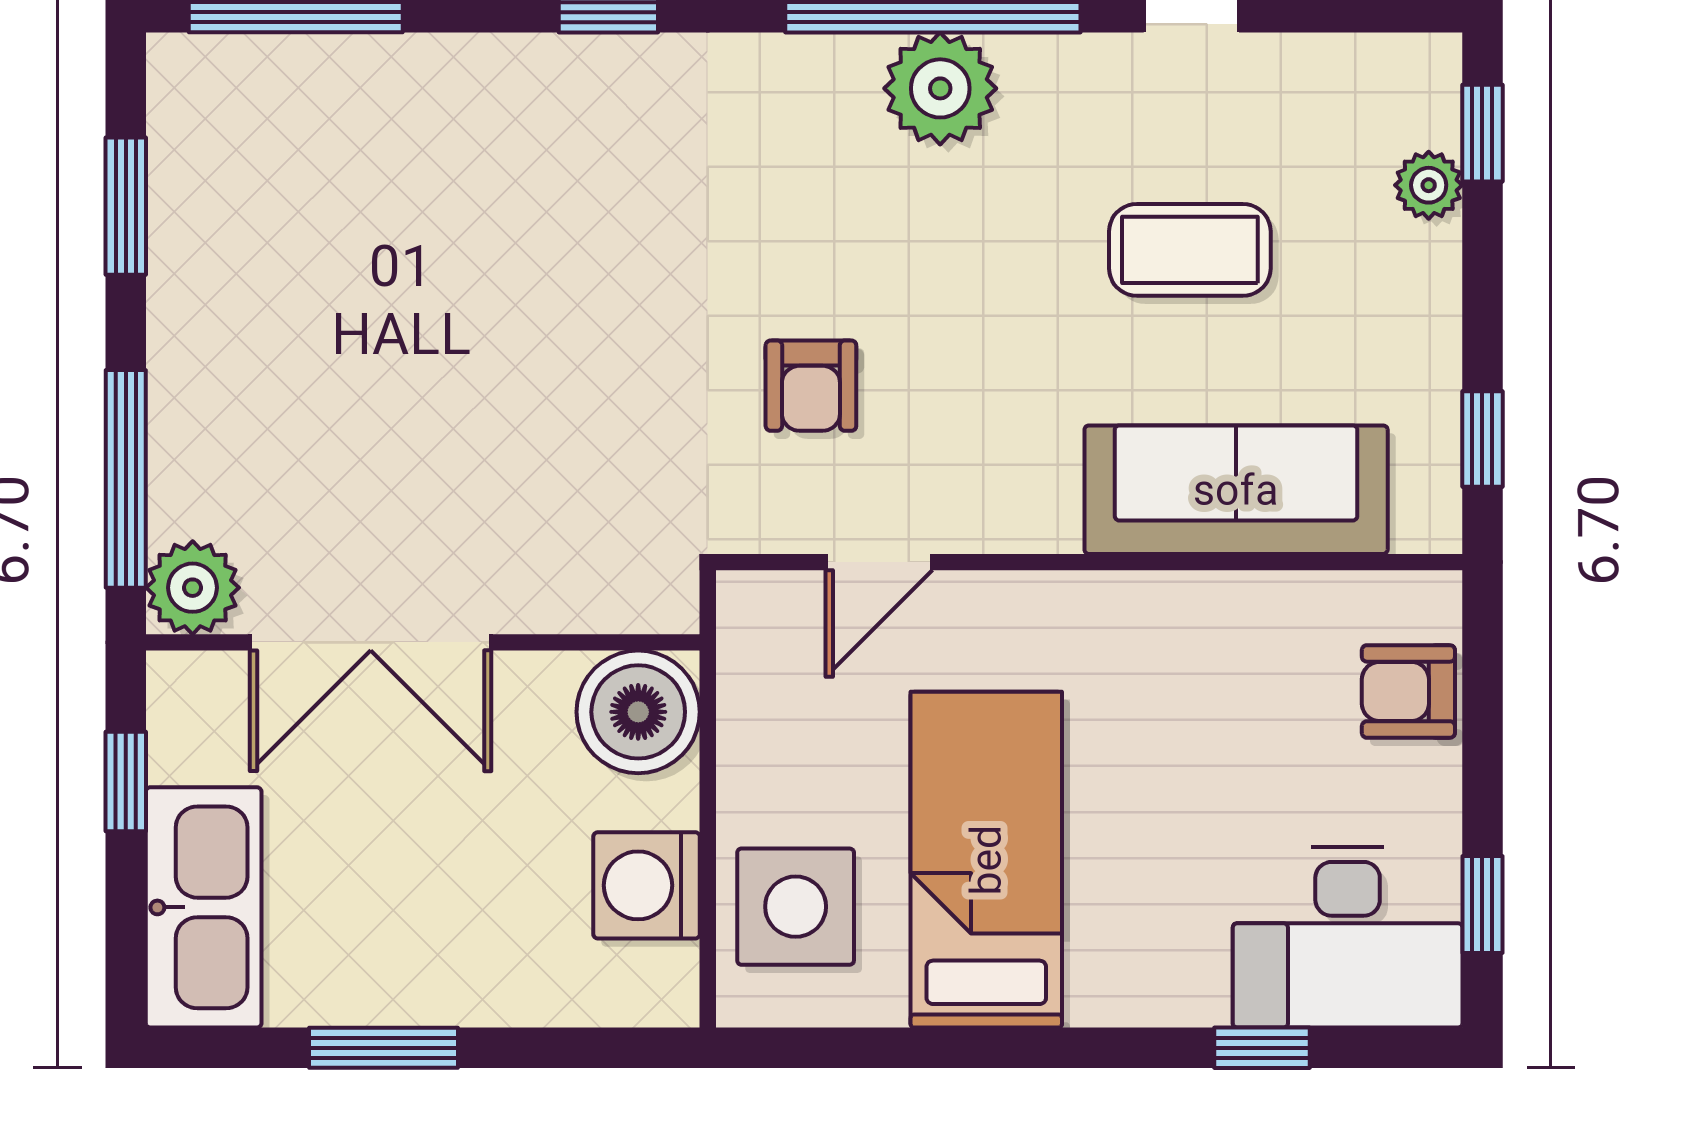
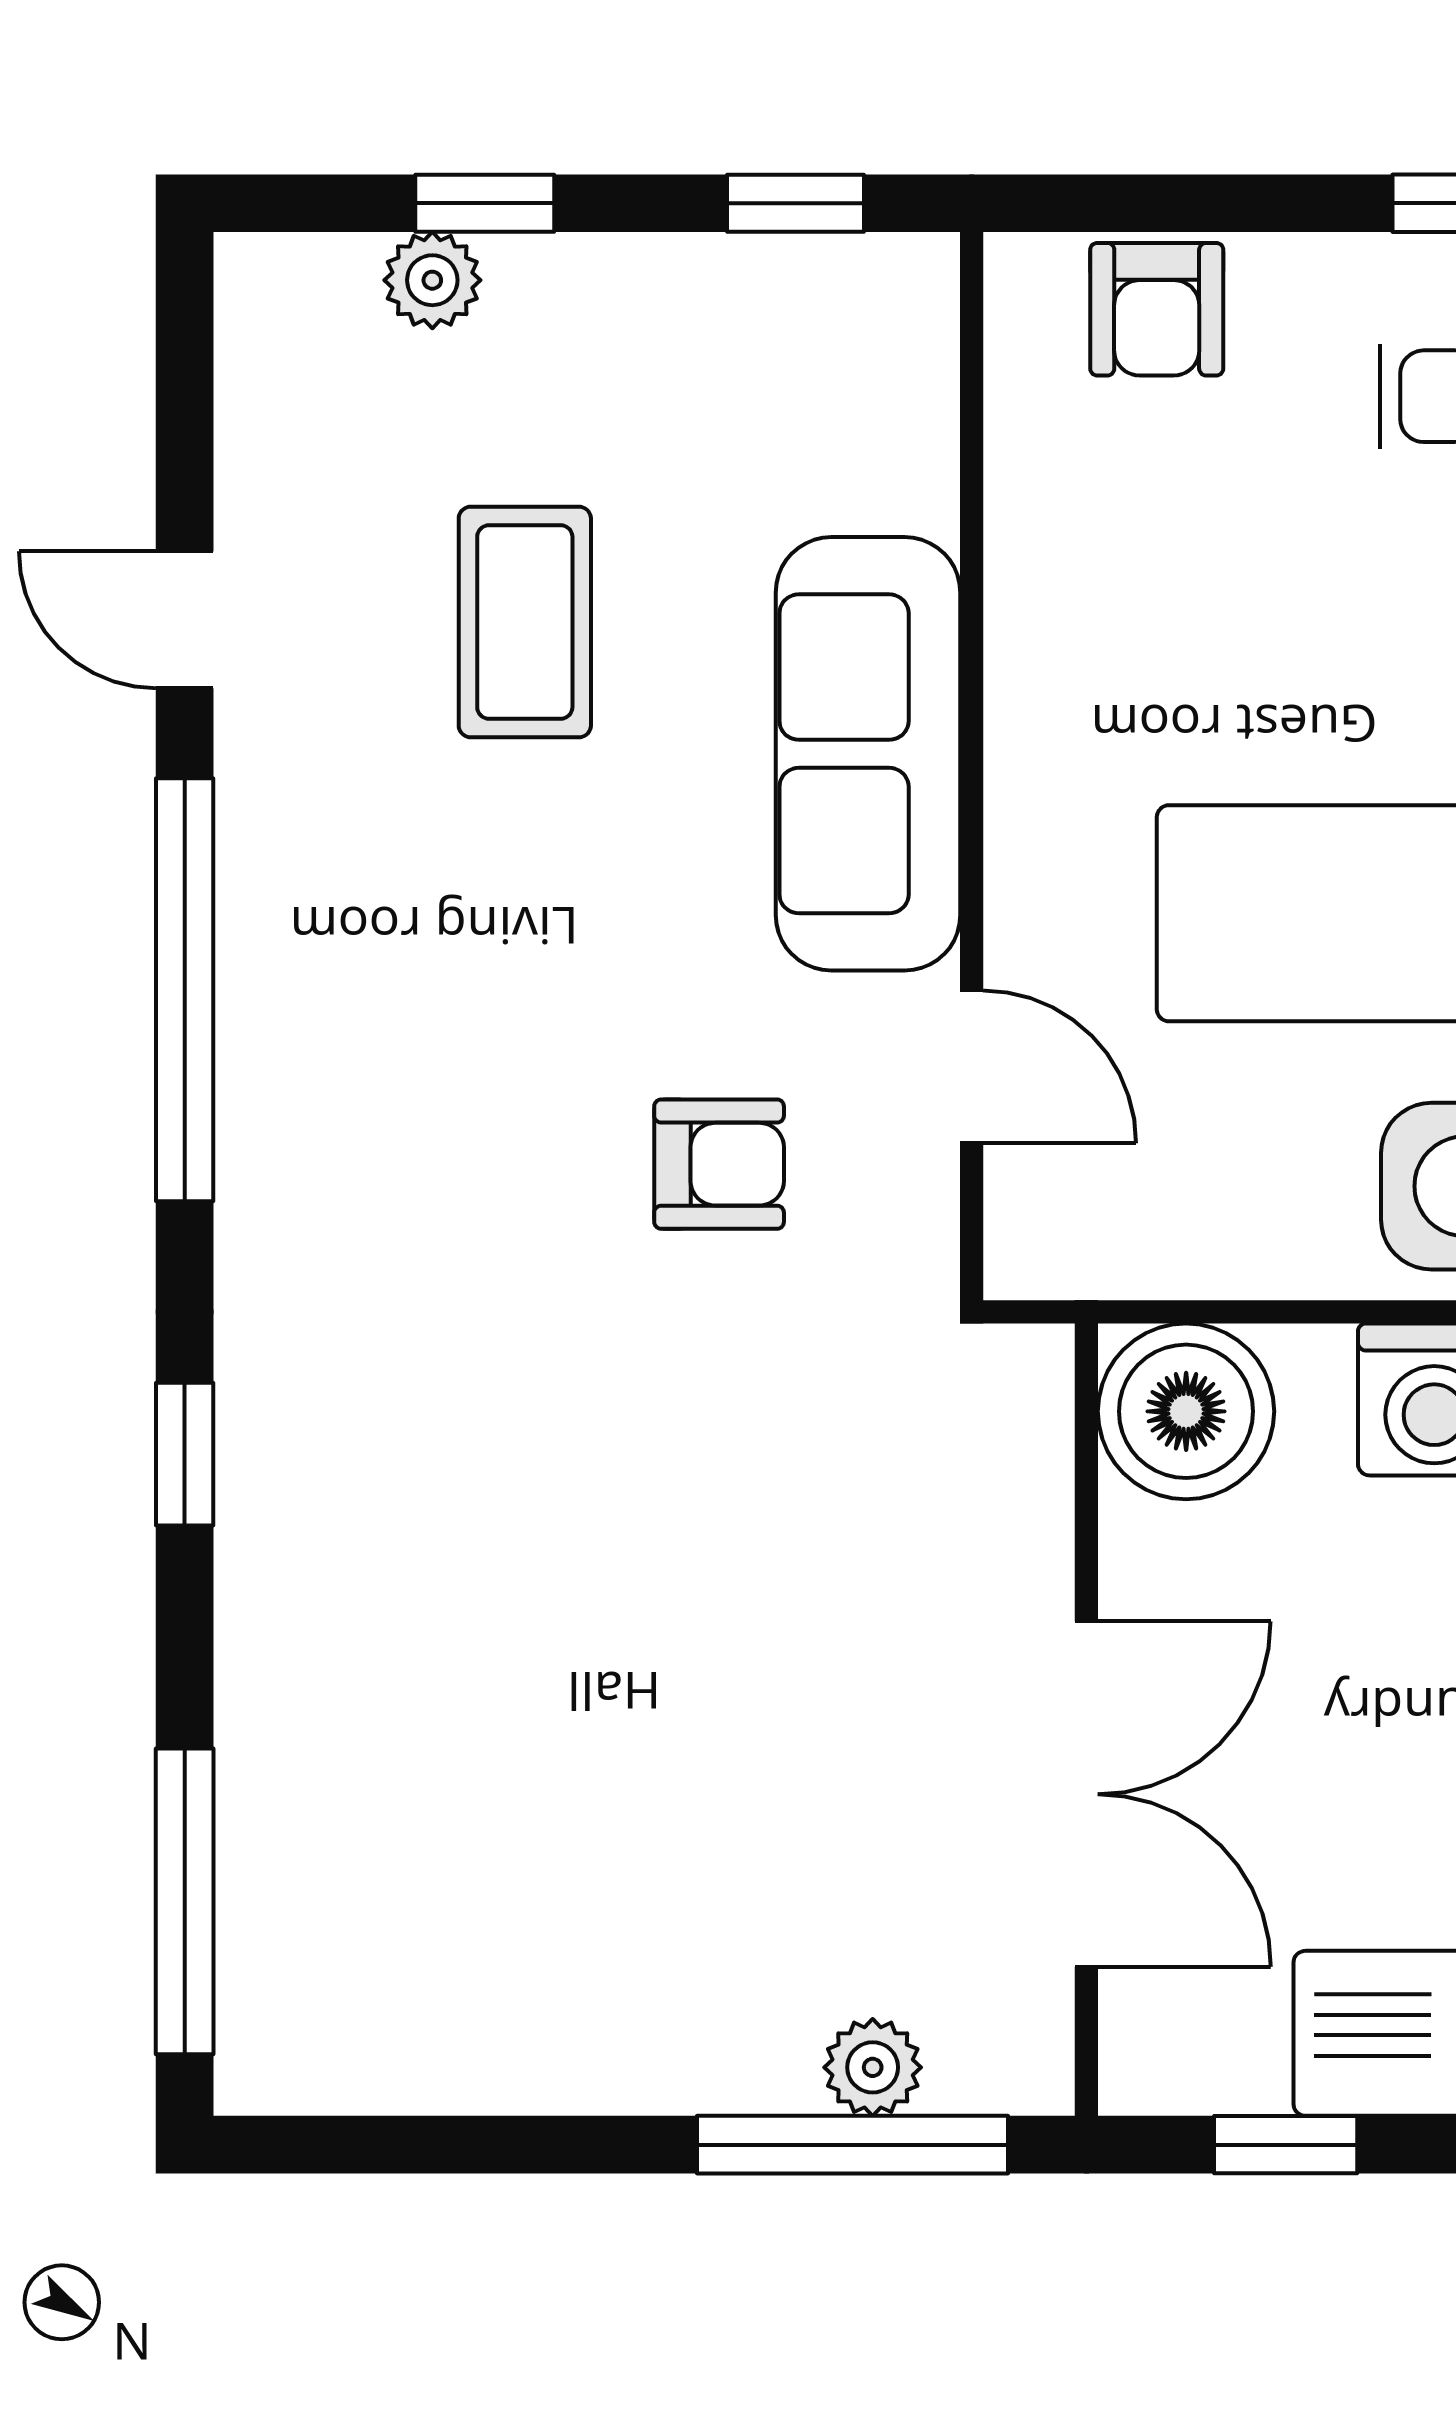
plant: (940, 88) -> (294, 979), removed
window: (1482, 133) -> (485, 203), moved
window: (126, 206) -> (462, 2145), removed
sofa: (1236, 490) -> (868, 754), moved
plant: (193, 588) -> (873, 2067), moved, width x0.73, depth x0.73

